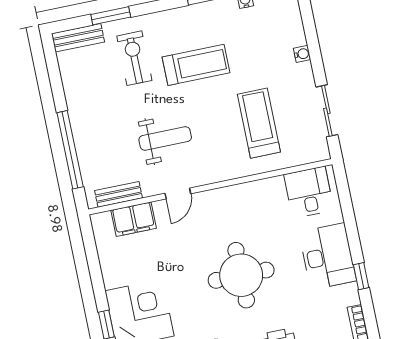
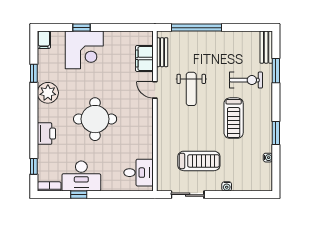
treadmill: (259, 123) -> (199, 161), moved
desk: (328, 256) -> (81, 176), moved

